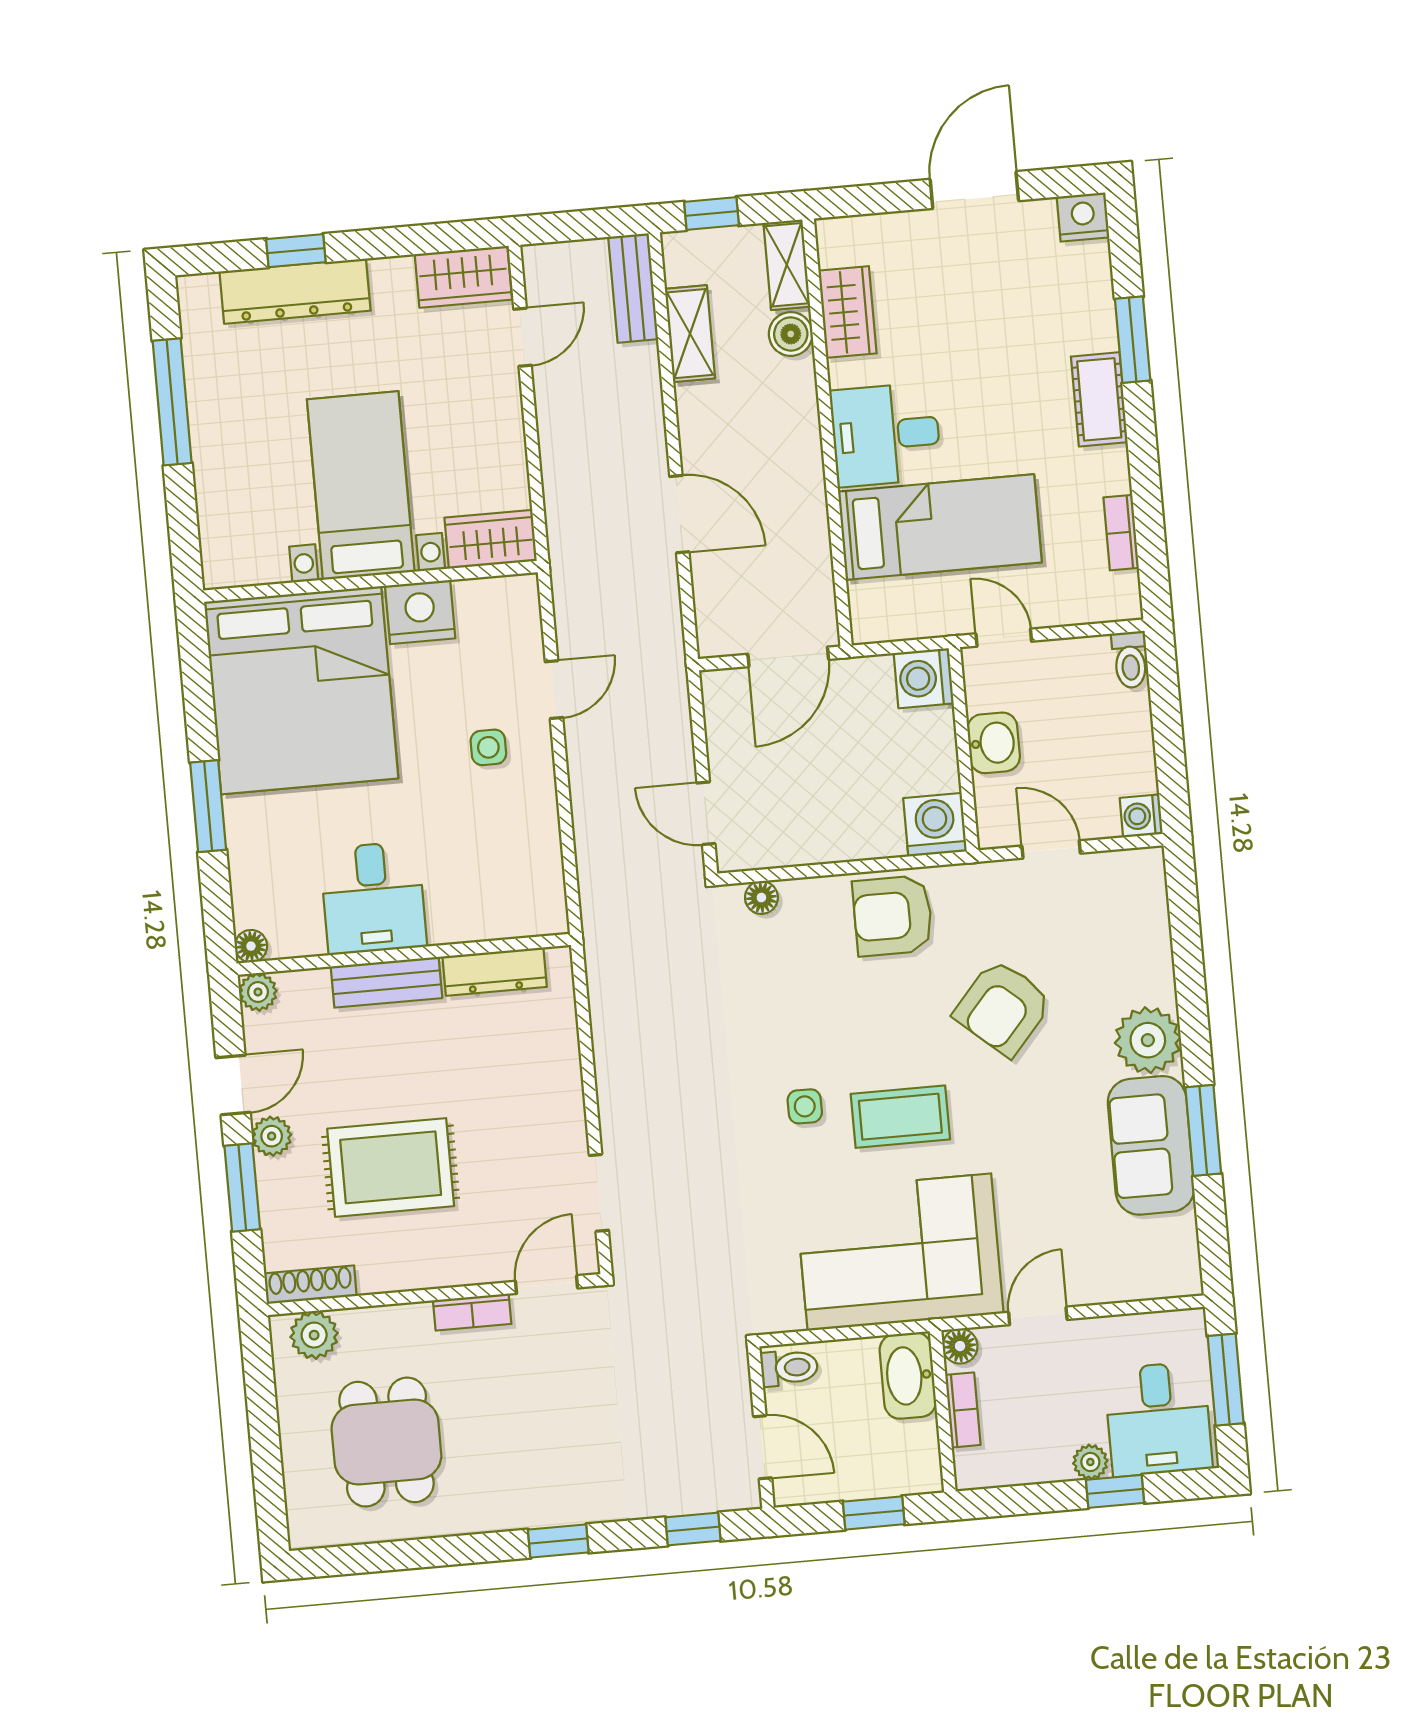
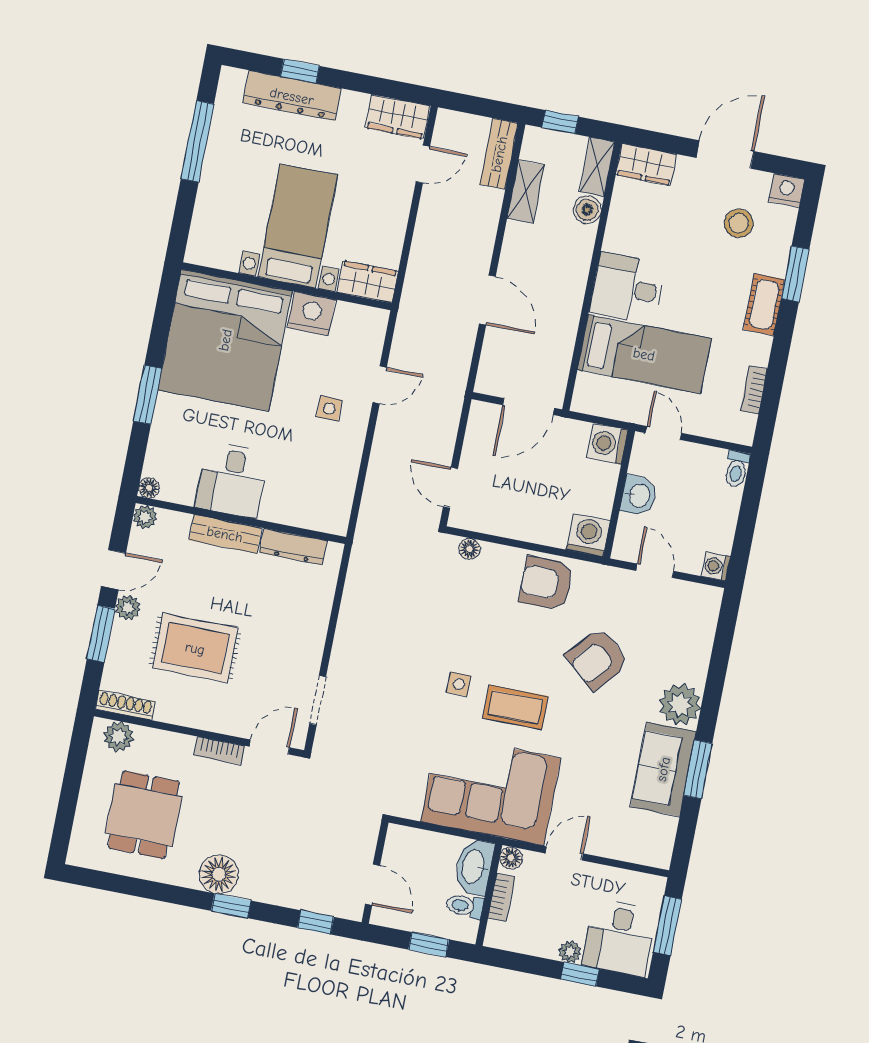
stool: (1025, 288) -> (739, 223), added
wardrobe: (848, 312) -> (646, 165), moved, turned 90
toilet: (789, 1368) -> (465, 906), moved, turned 180
floor lamp: (526, 1499) -> (219, 874), added

